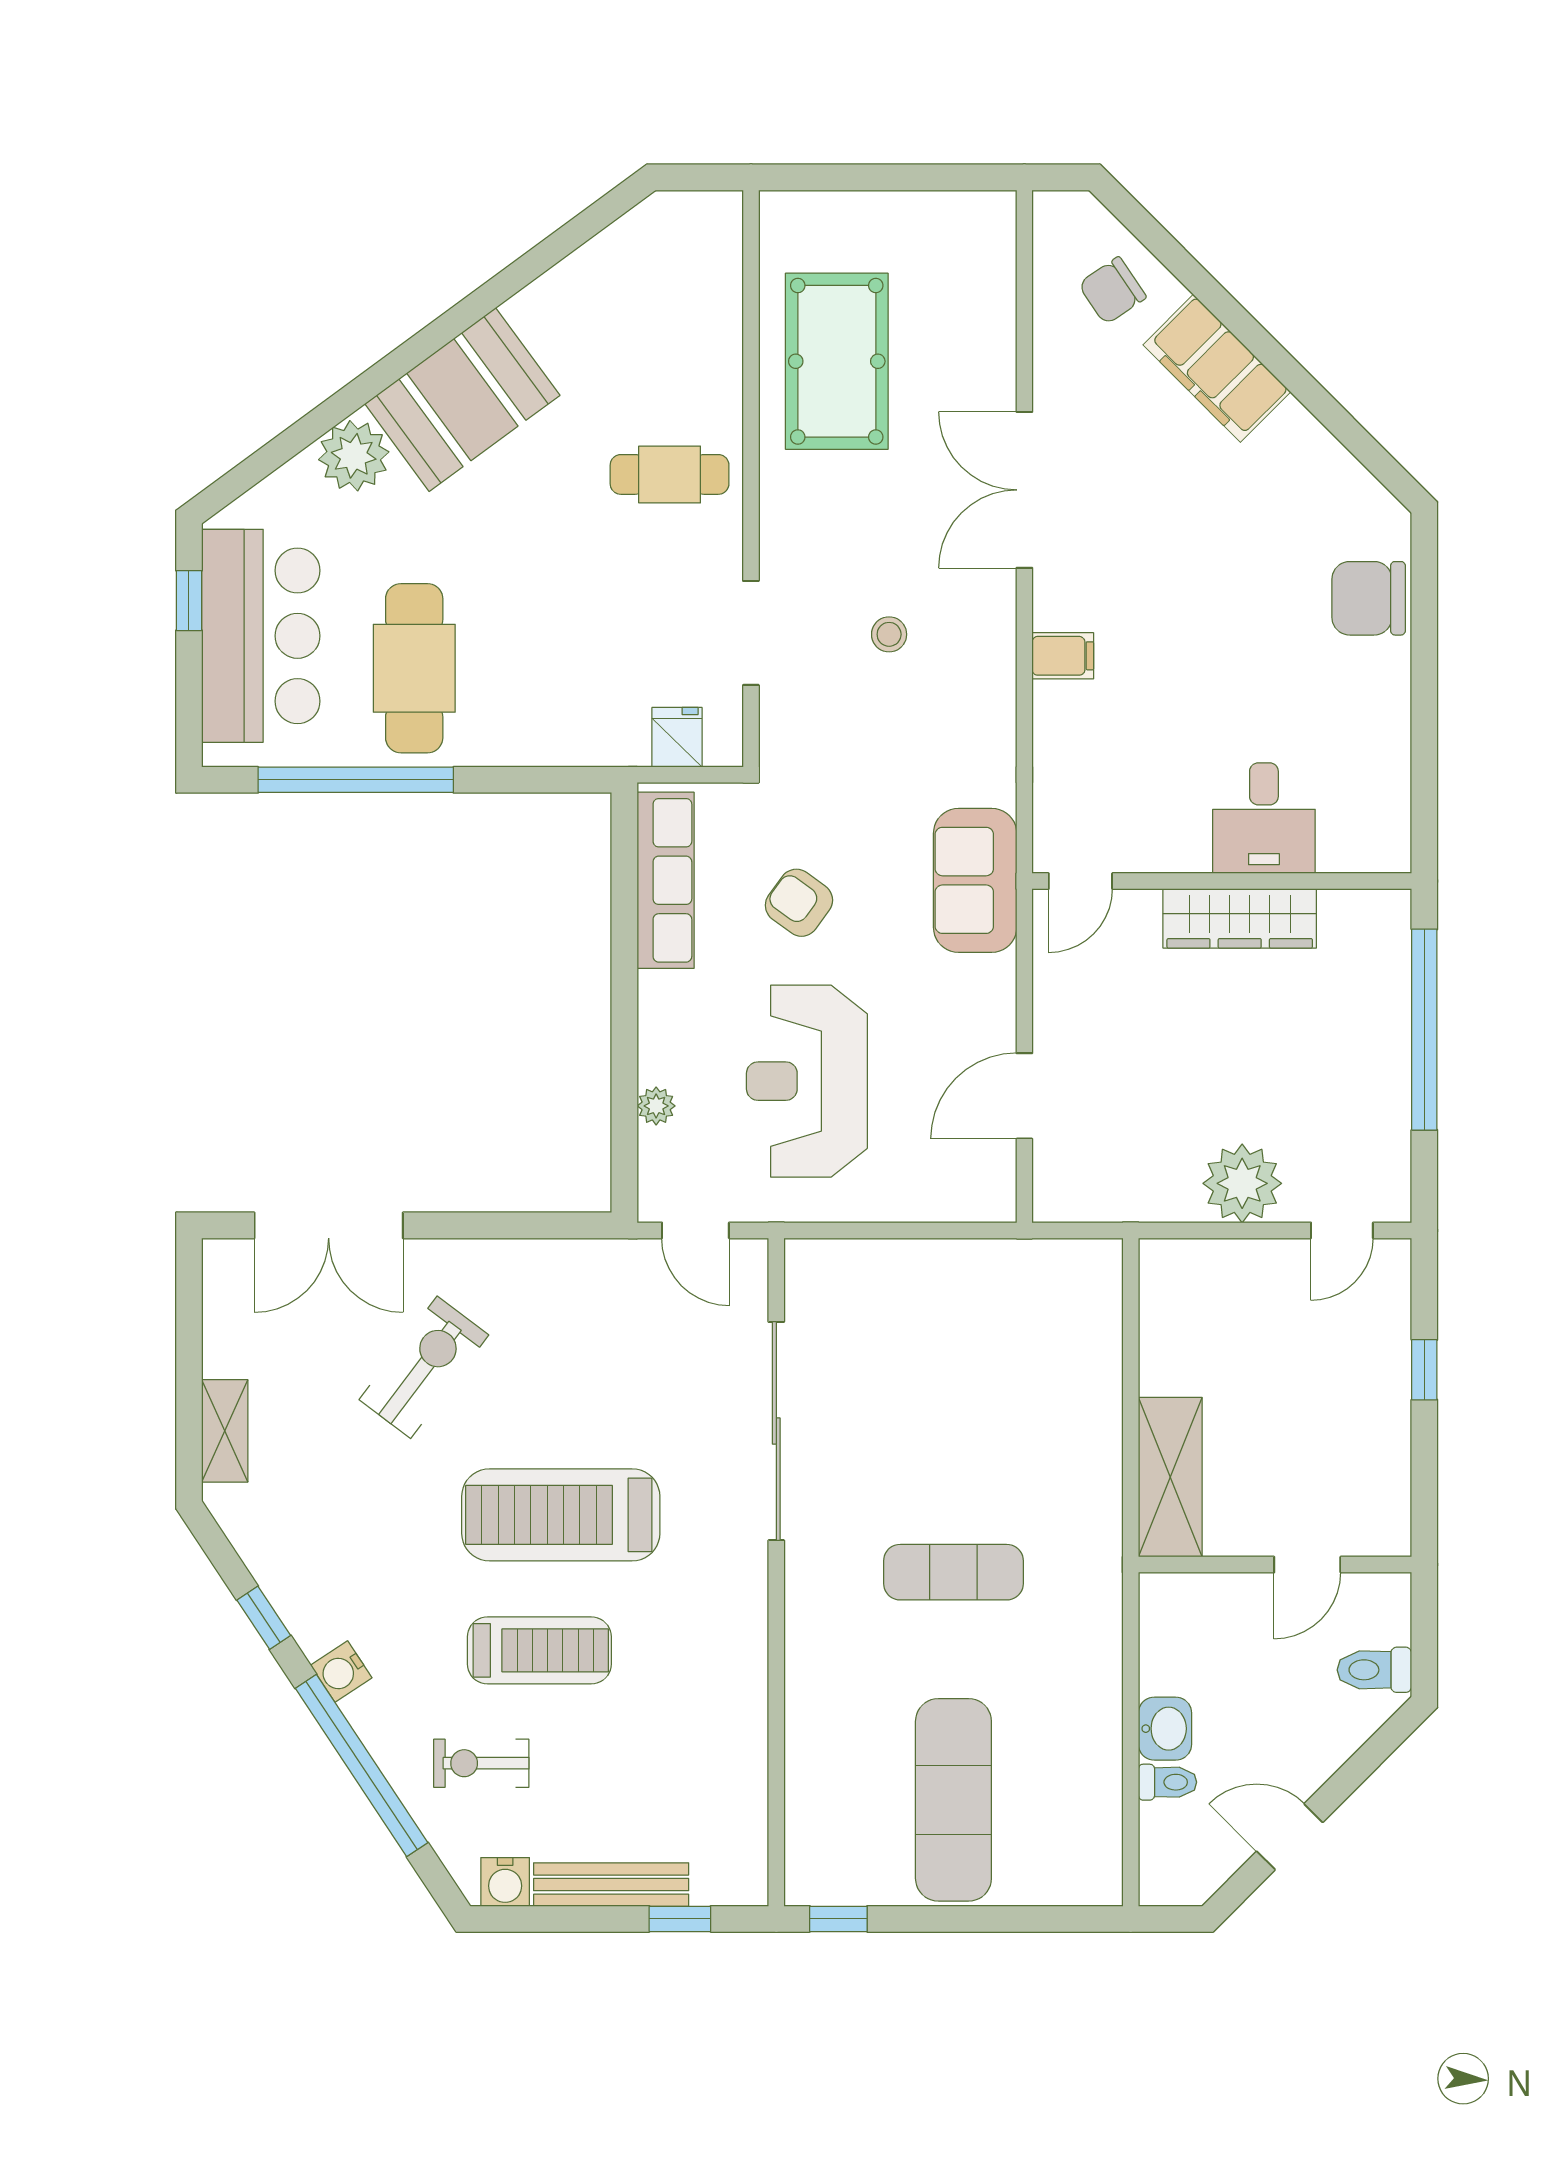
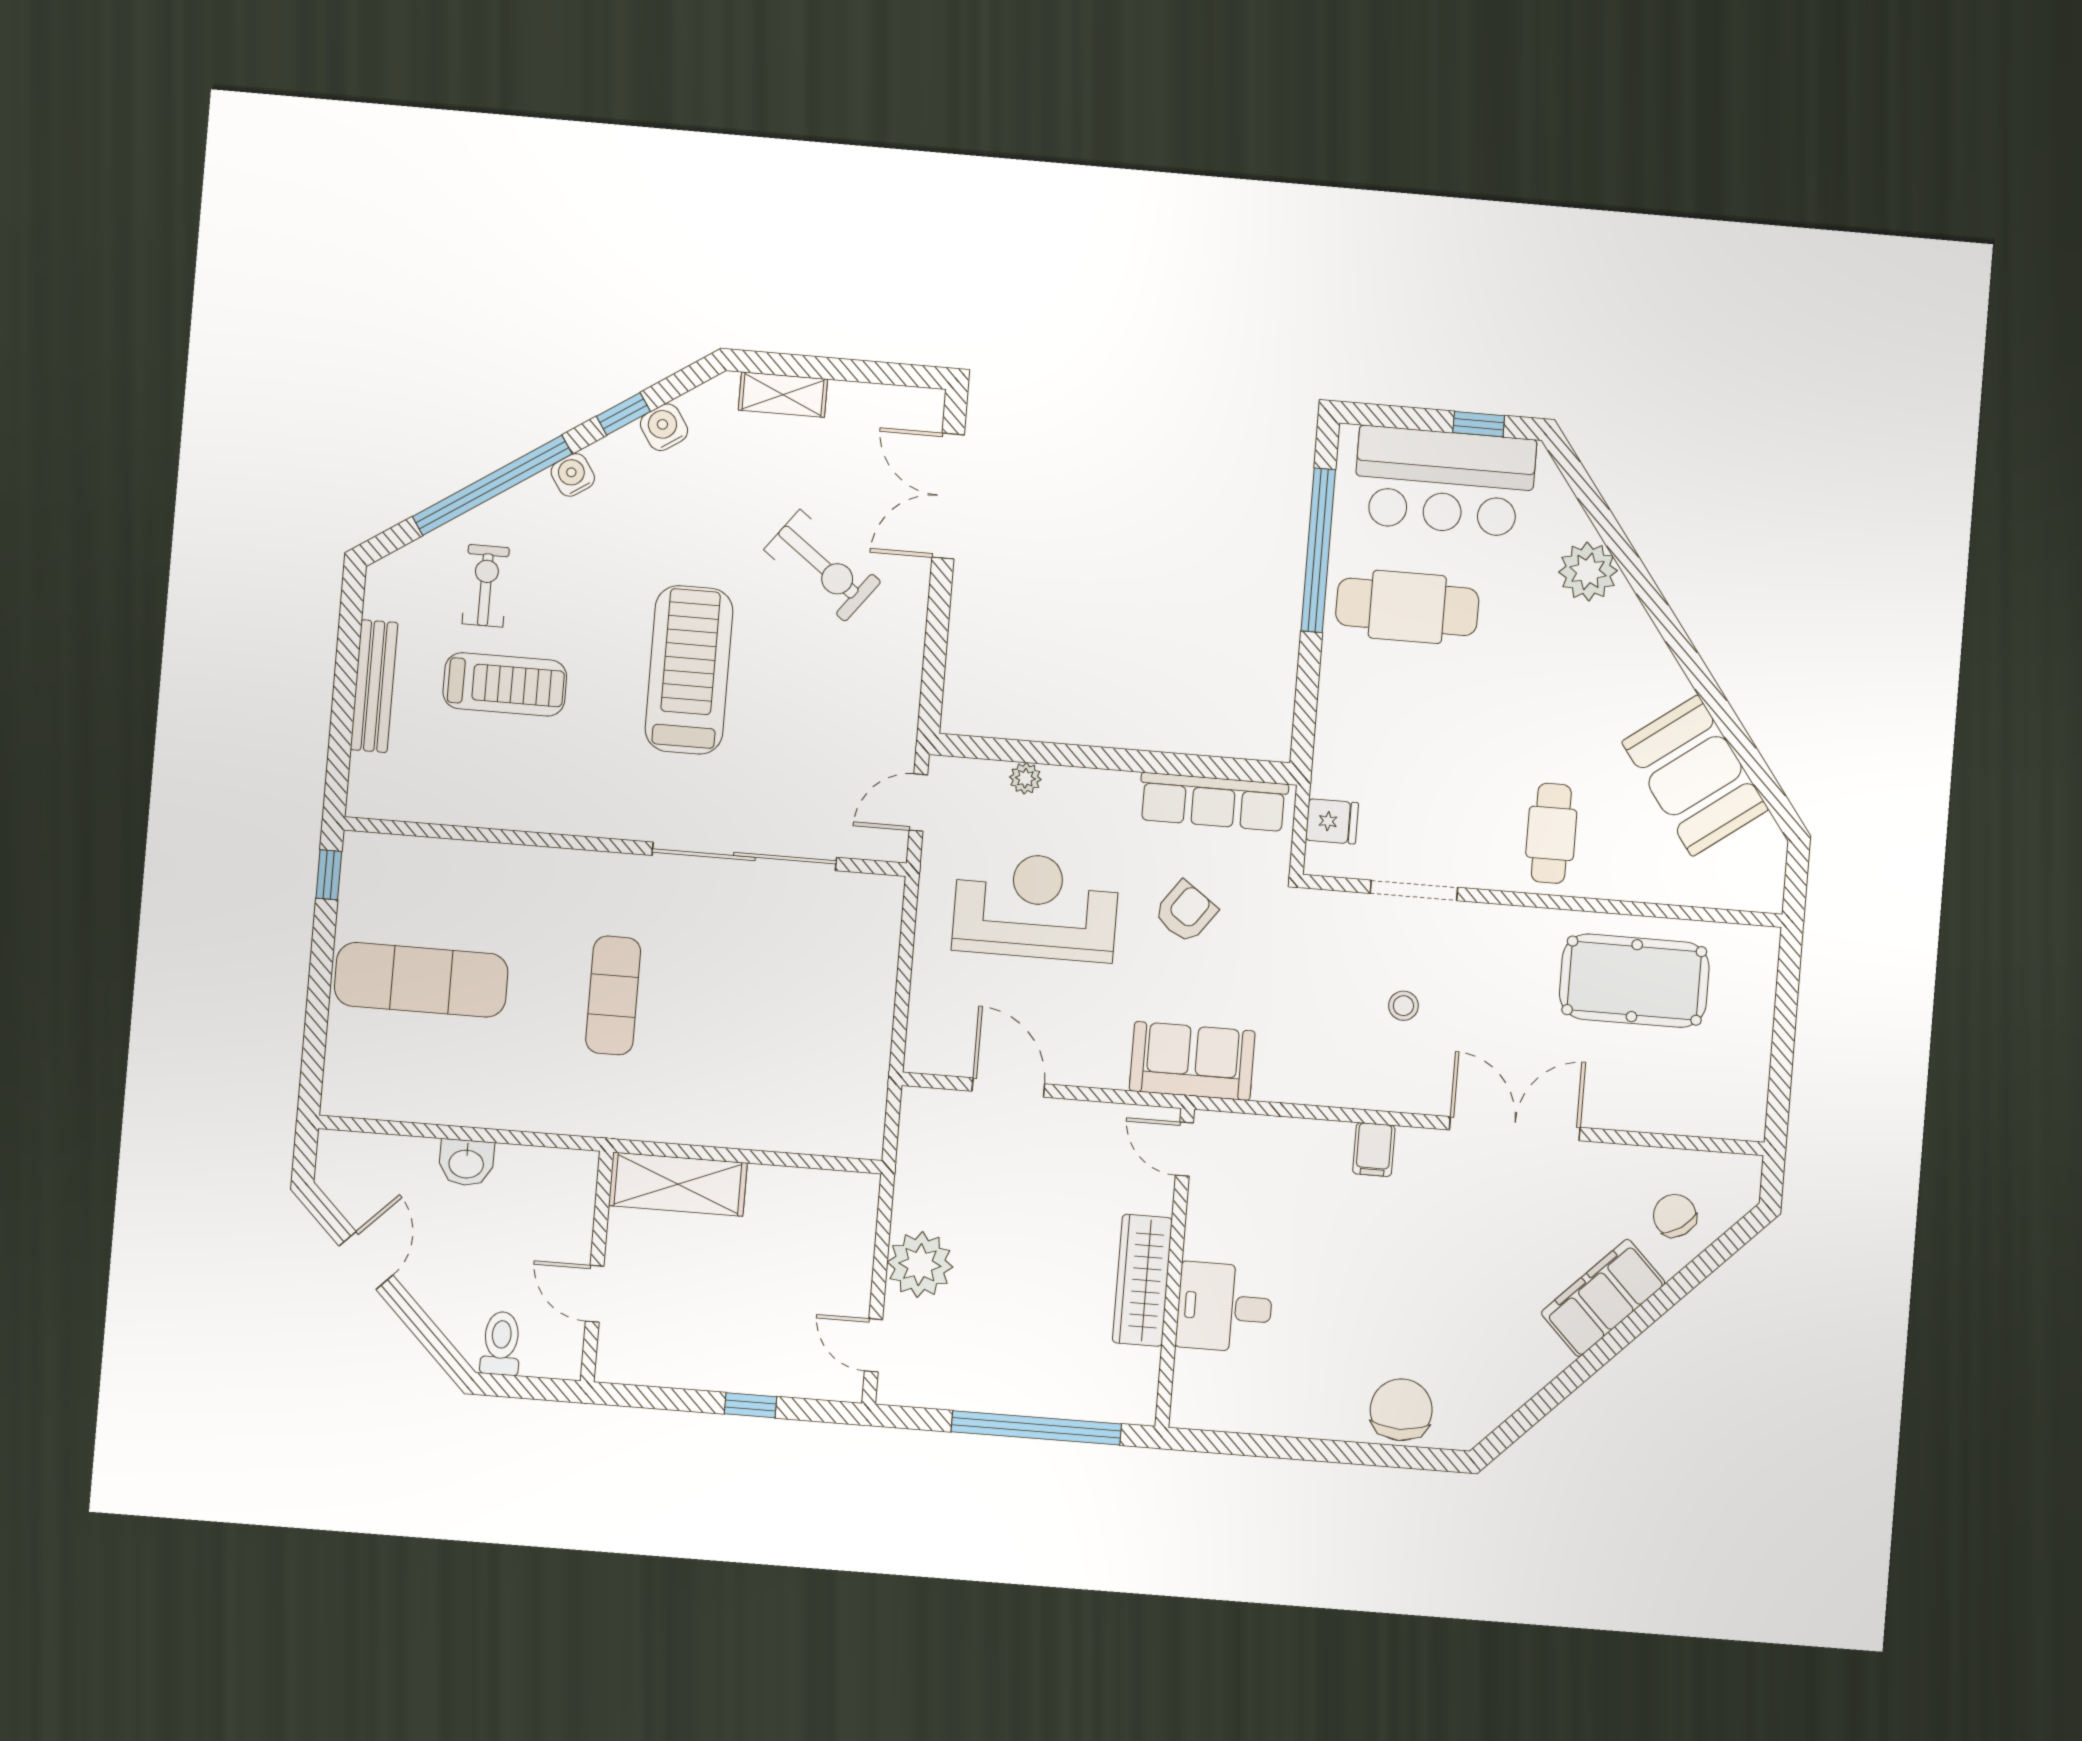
booth: (462, 400) -> (1695, 776), moved
treadmill: (539, 1650) -> (505, 684), moved, turned -90
toilet: (1168, 1782) -> (421, 1161), removed
water cooler: (505, 1882) -> (664, 427), moved, turned 56
window: (680, 1919) -> (340, 741), removed

